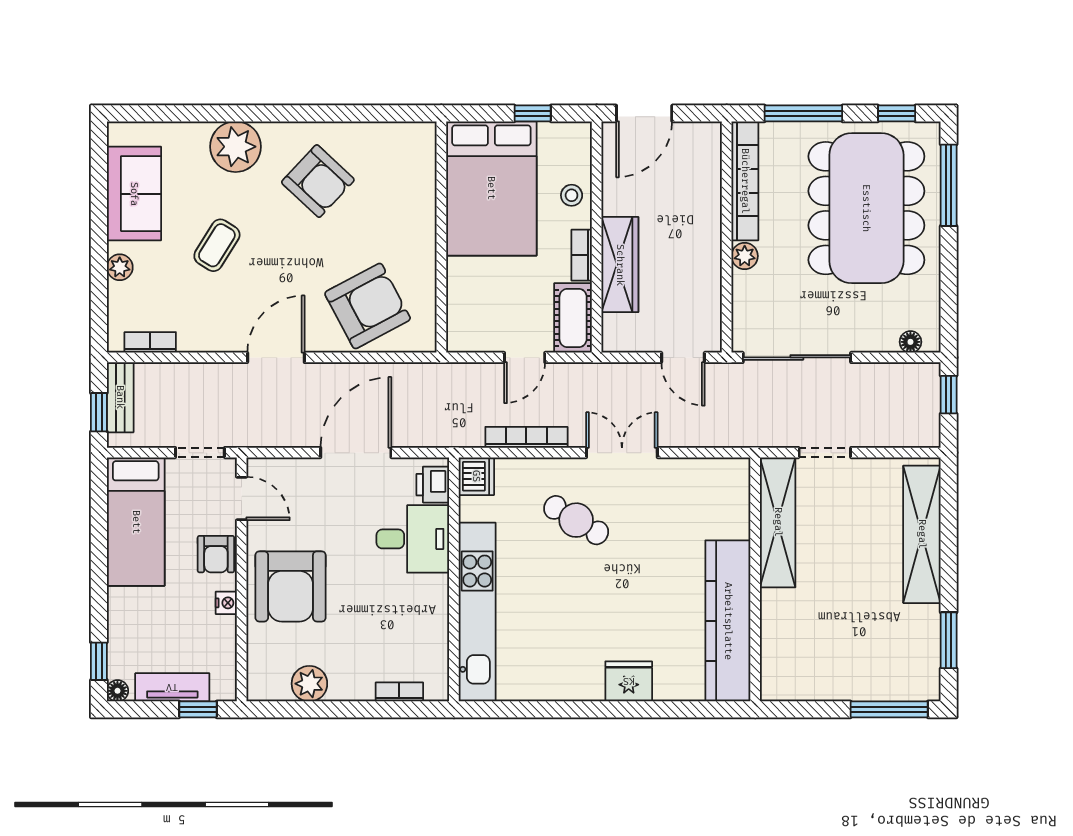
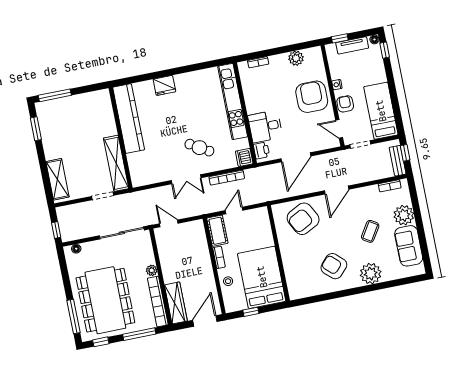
wardrobe: (620, 265) -> (176, 303), moved, turned 180
plant: (120, 267) -> (404, 215), width x1.88, depth x1.88
shelving: (922, 534) -> (57, 179), width x0.68

